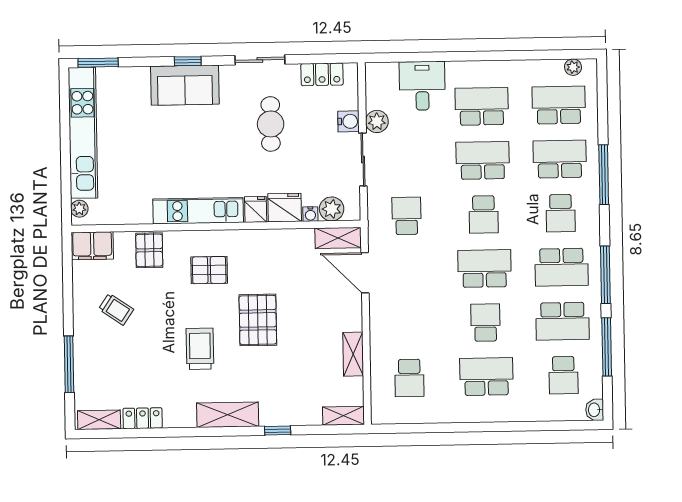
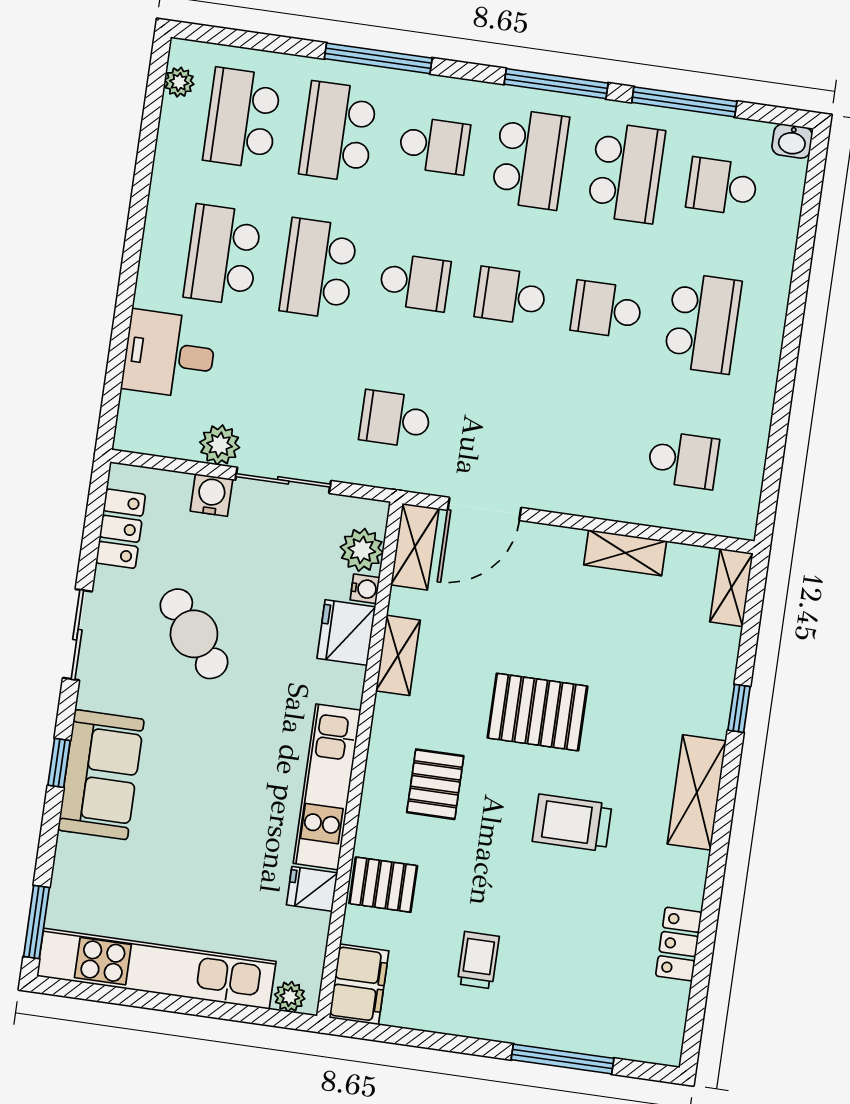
cafe table: (271, 124) -> (194, 634), turned 51
fridge: (256, 209) -> (312, 889), moved
school desk: (485, 268) -> (511, 296), width x0.54
trolley: (116, 309) -> (478, 960), turned -34
school desk: (563, 375) -> (722, 186), turned 180
school desk: (486, 377) -> (703, 323), turned 180
shelving: (99, 420) -> (398, 655), moved

